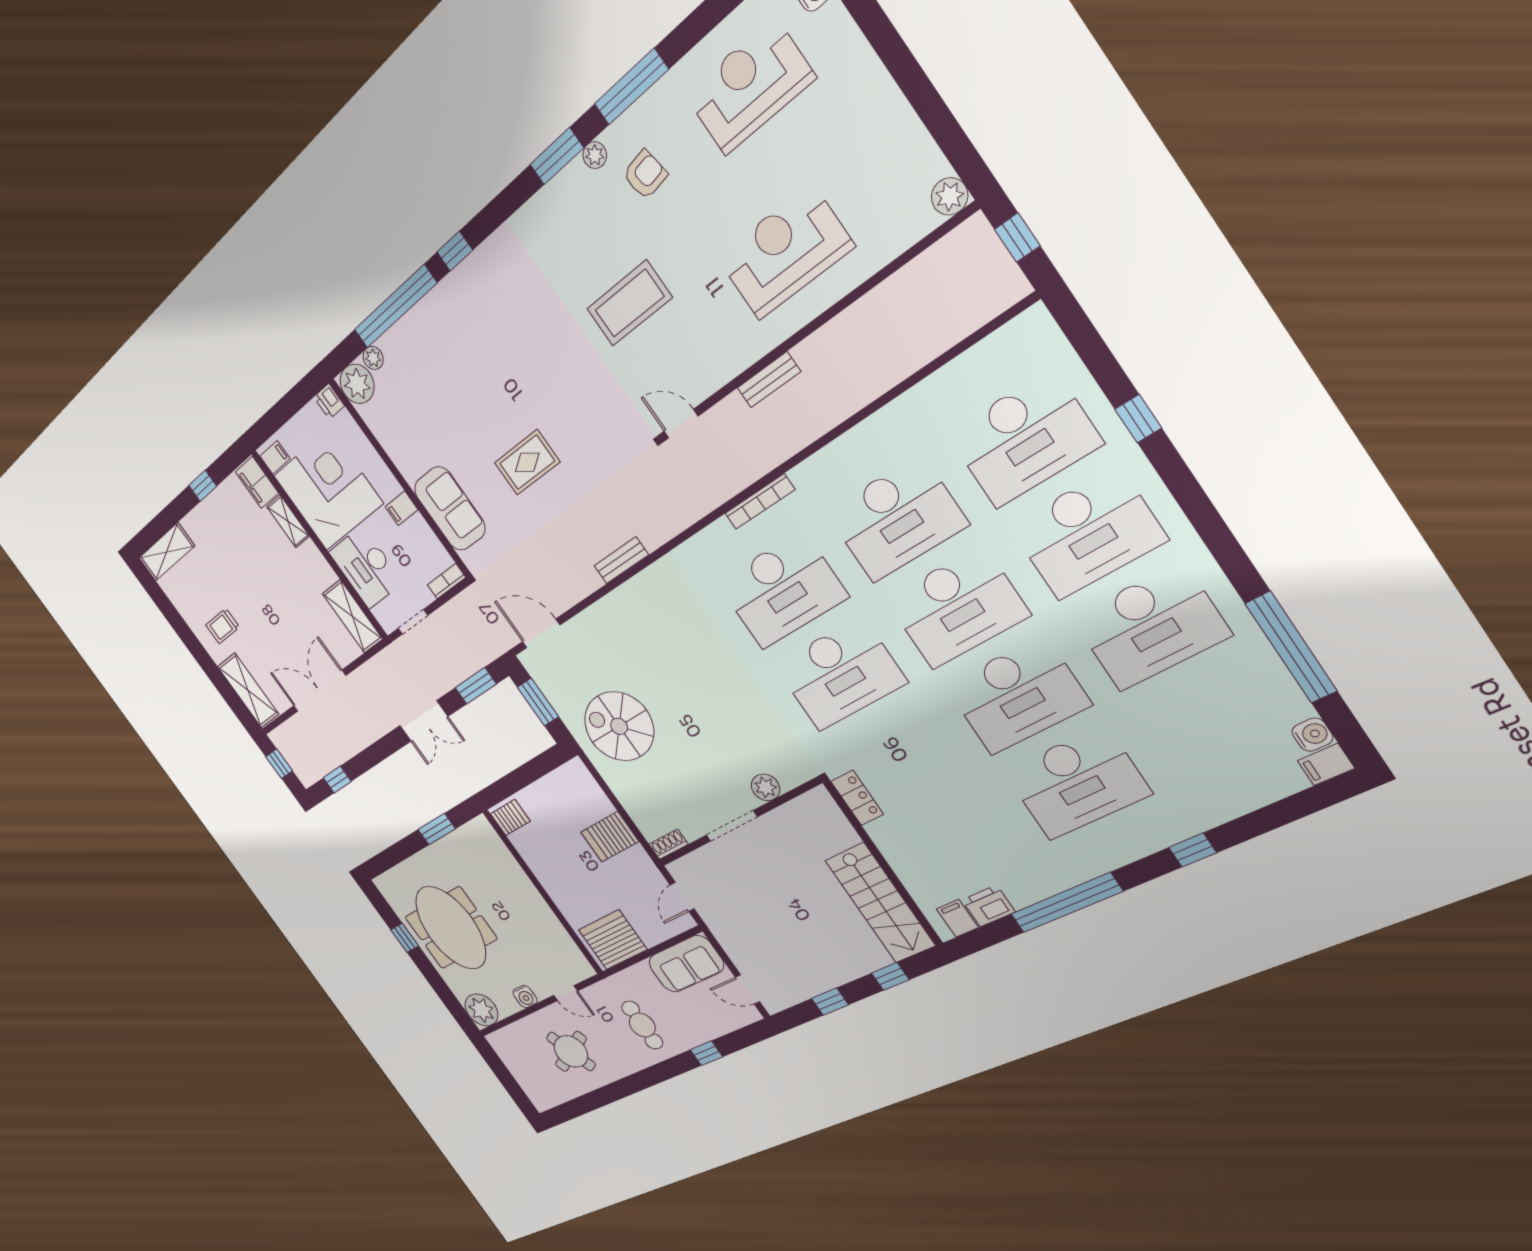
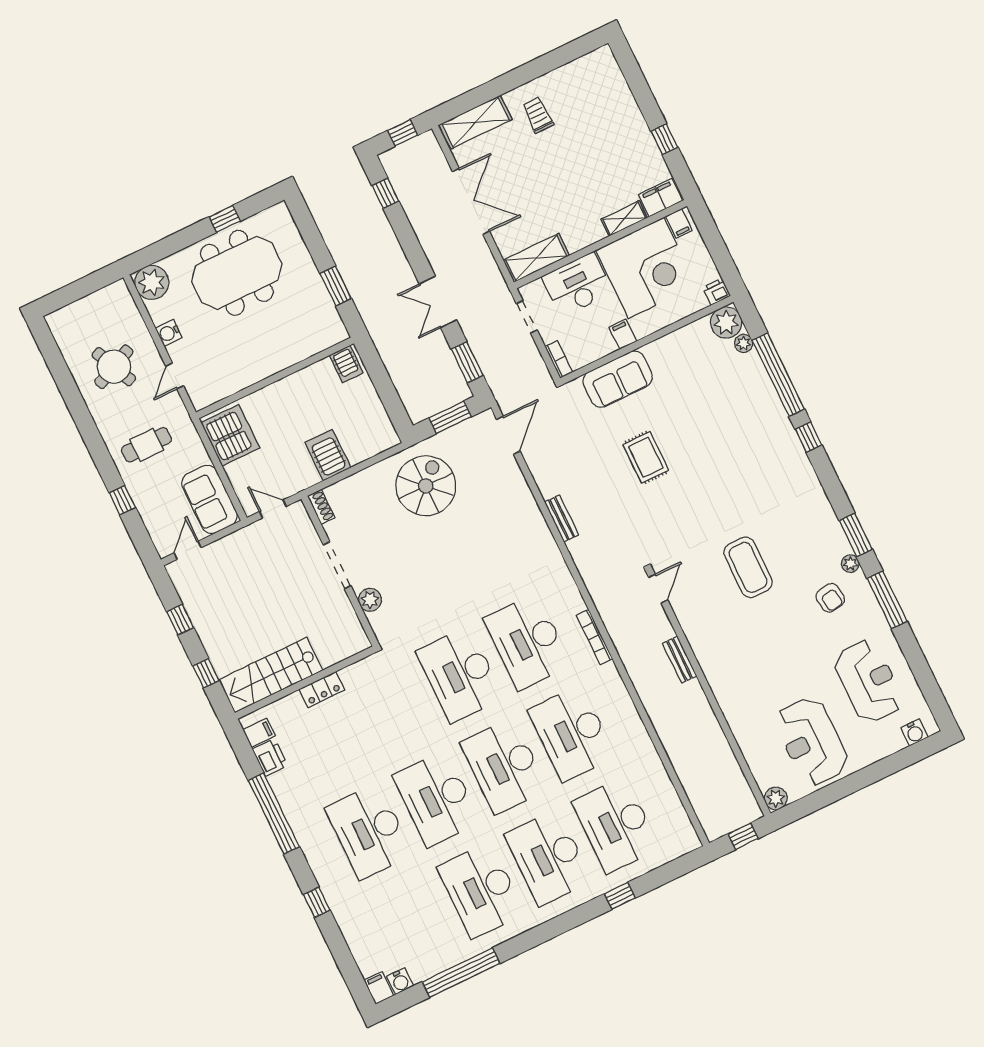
reception desk: (785, 252) -> (812, 742), moved, turned 180
shelving: (167, 552) -> (611, 77), removed
locker: (857, 798) -> (322, 690), moved

